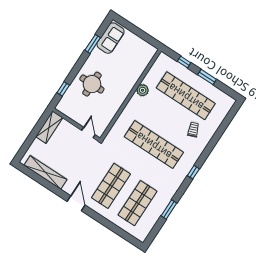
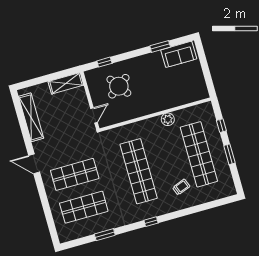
round table: (92, 84) -> (119, 86), moved, turned -36
door: (76, 203) -> (34, 164), swing flipped

